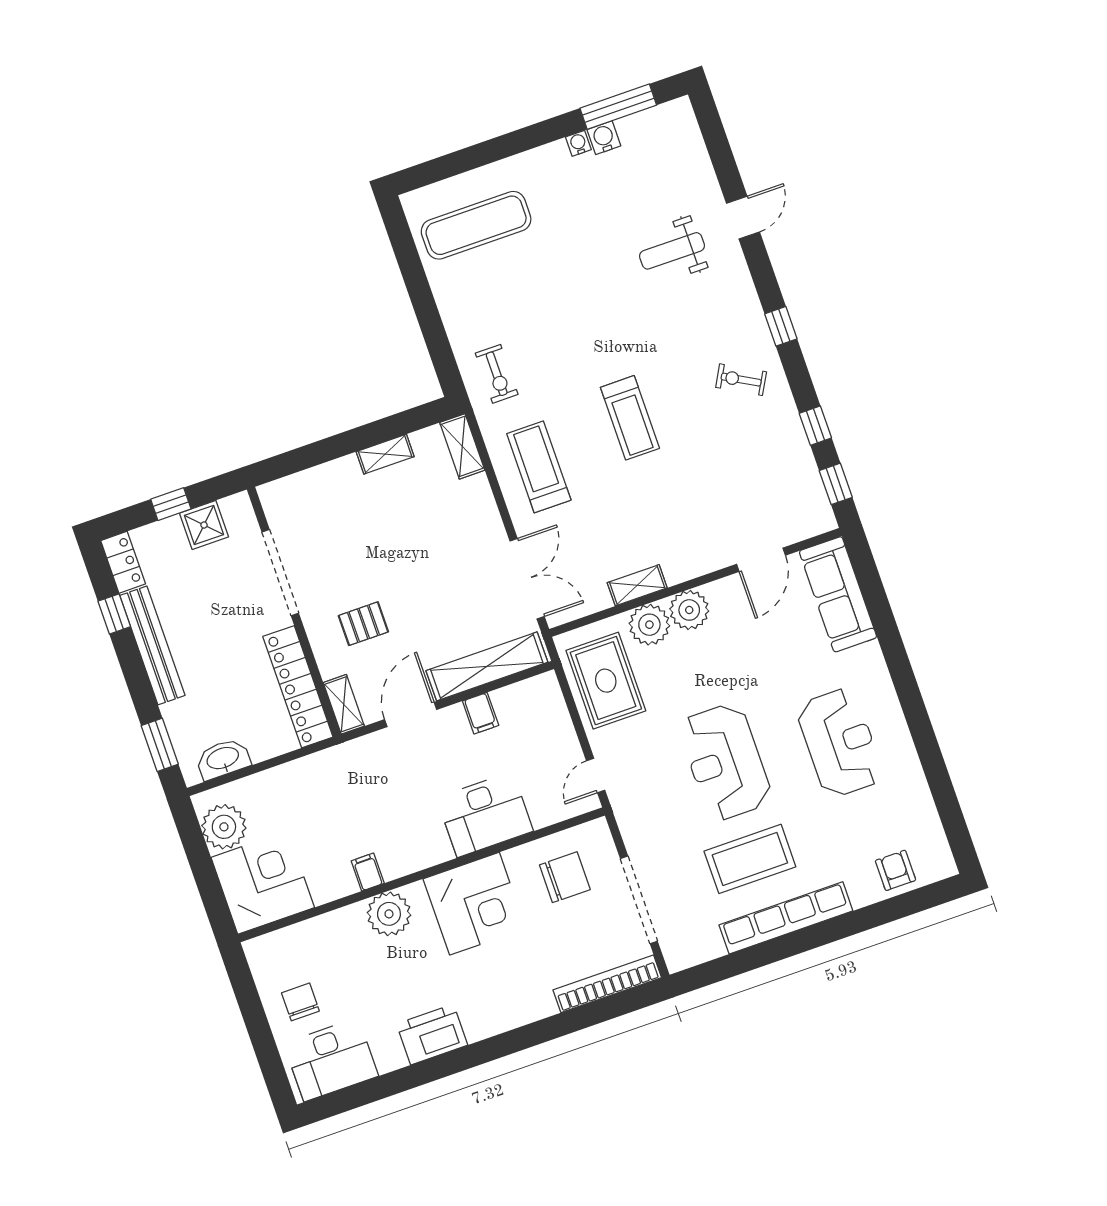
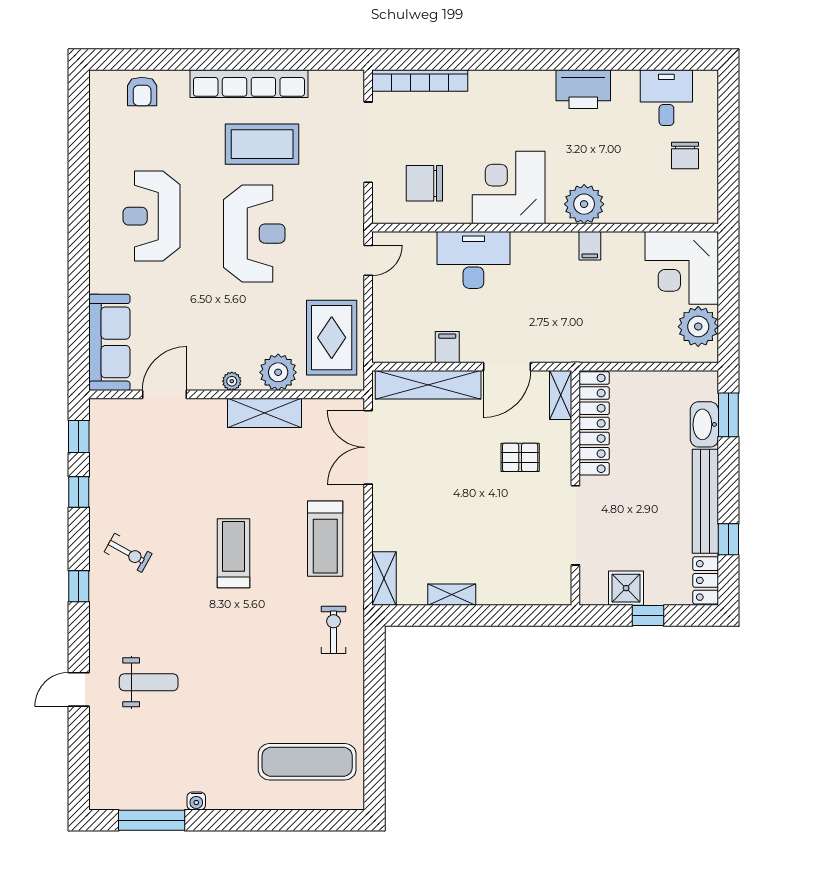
water cooler: (604, 138) -> (173, 798), removed
shelving: (637, 585) -> (264, 413), width x1.50, depth x1.33
plant: (689, 610) -> (232, 381), width x0.53, depth x0.53
washbasin: (223, 759) -> (704, 424), moved, turned 90
desk: (331, 1060) -> (666, 98), width x0.73

